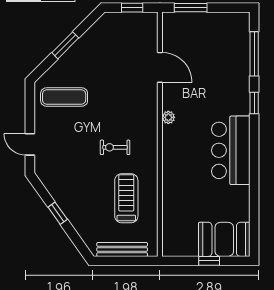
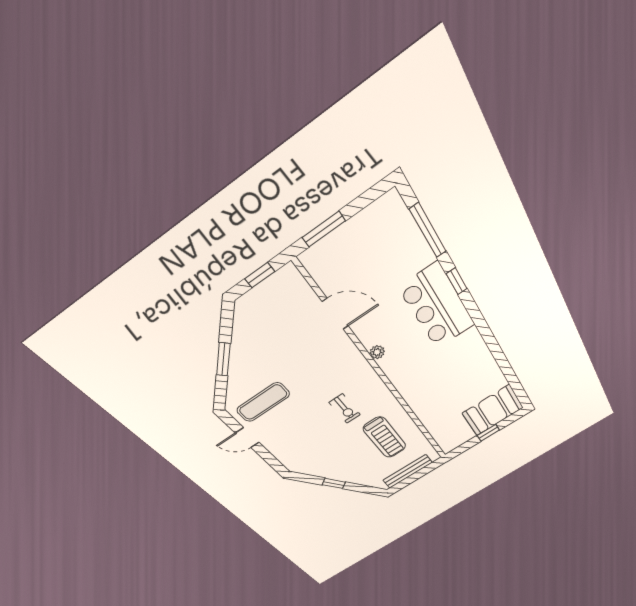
door: (30, 144) -> (247, 438), moved
exercise bike: (115, 147) -> (345, 409), turned -90
bar counter: (231, 150) -> (437, 306), moved
treadmill: (126, 198) -> (385, 437), turned 180

